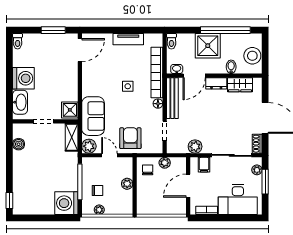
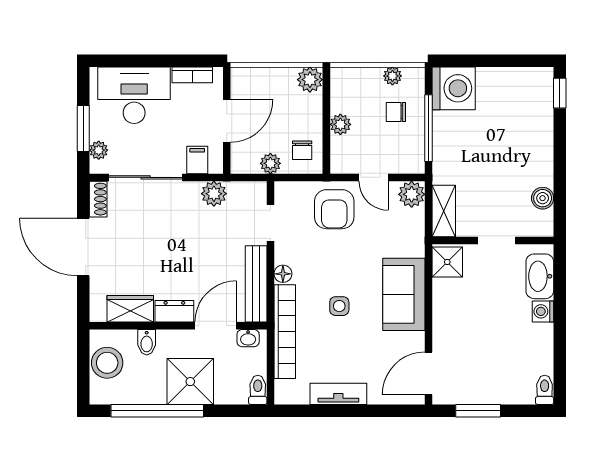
washing machine: (23, 78) -> (543, 311), width x0.53, depth x0.53
sofa: (93, 116) -> (404, 294), moved
plant: (143, 208) -> (310, 80), added

